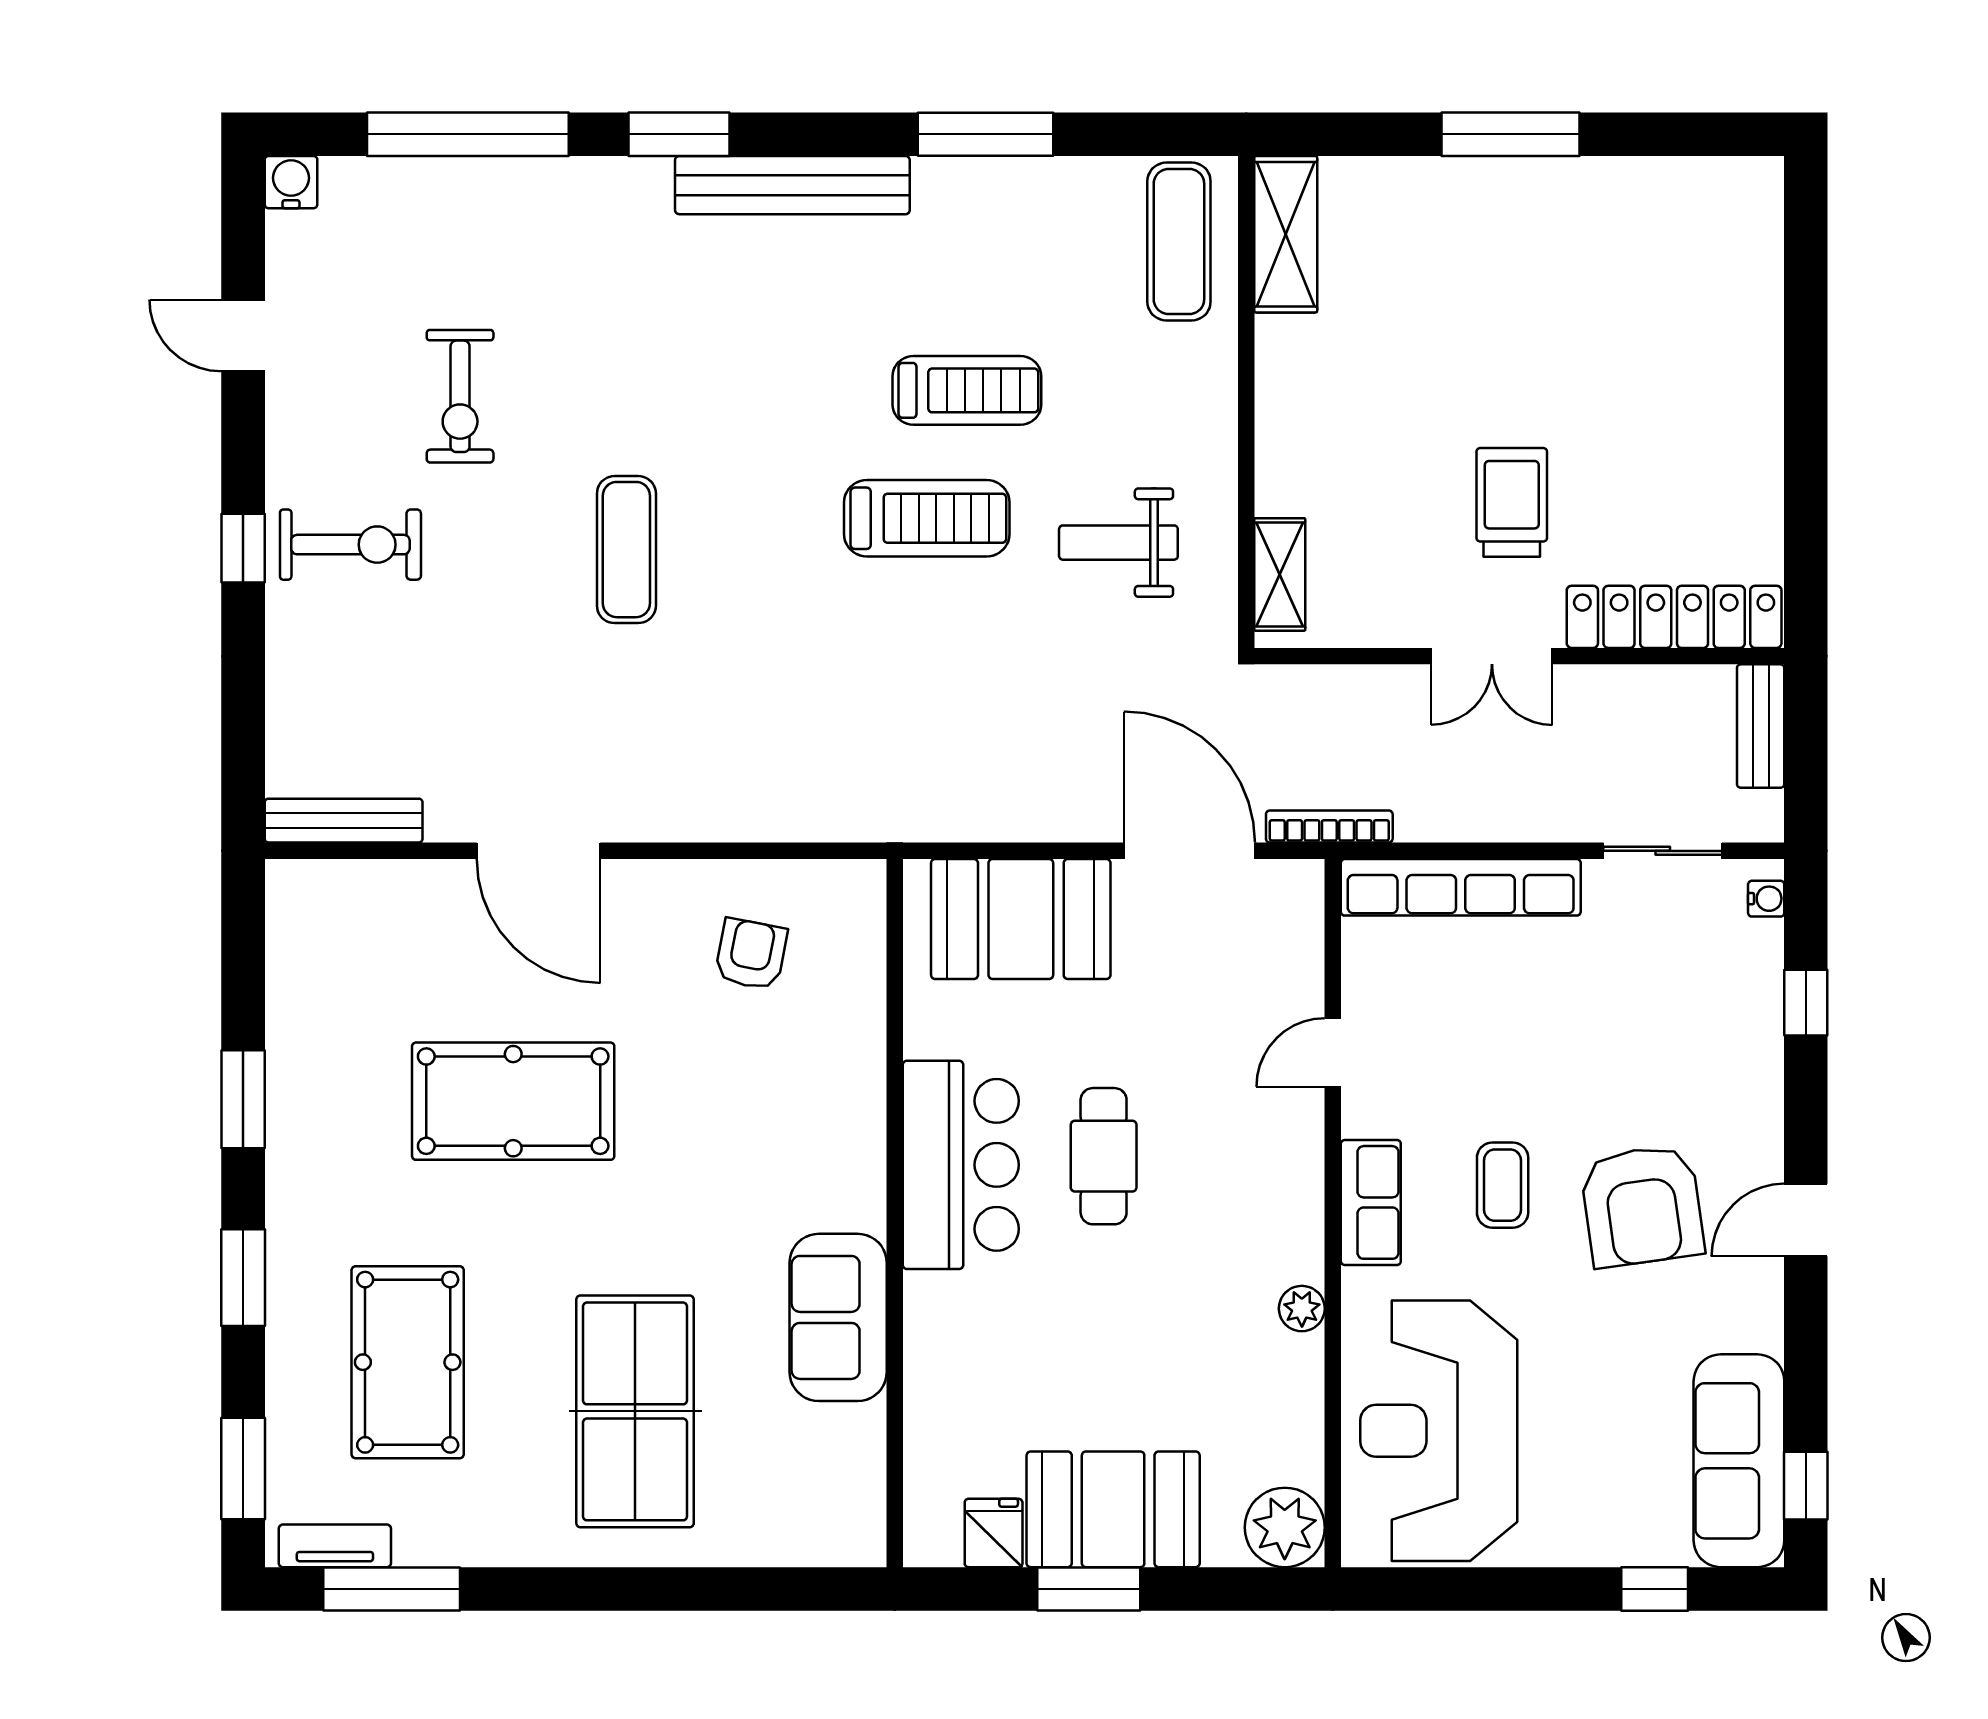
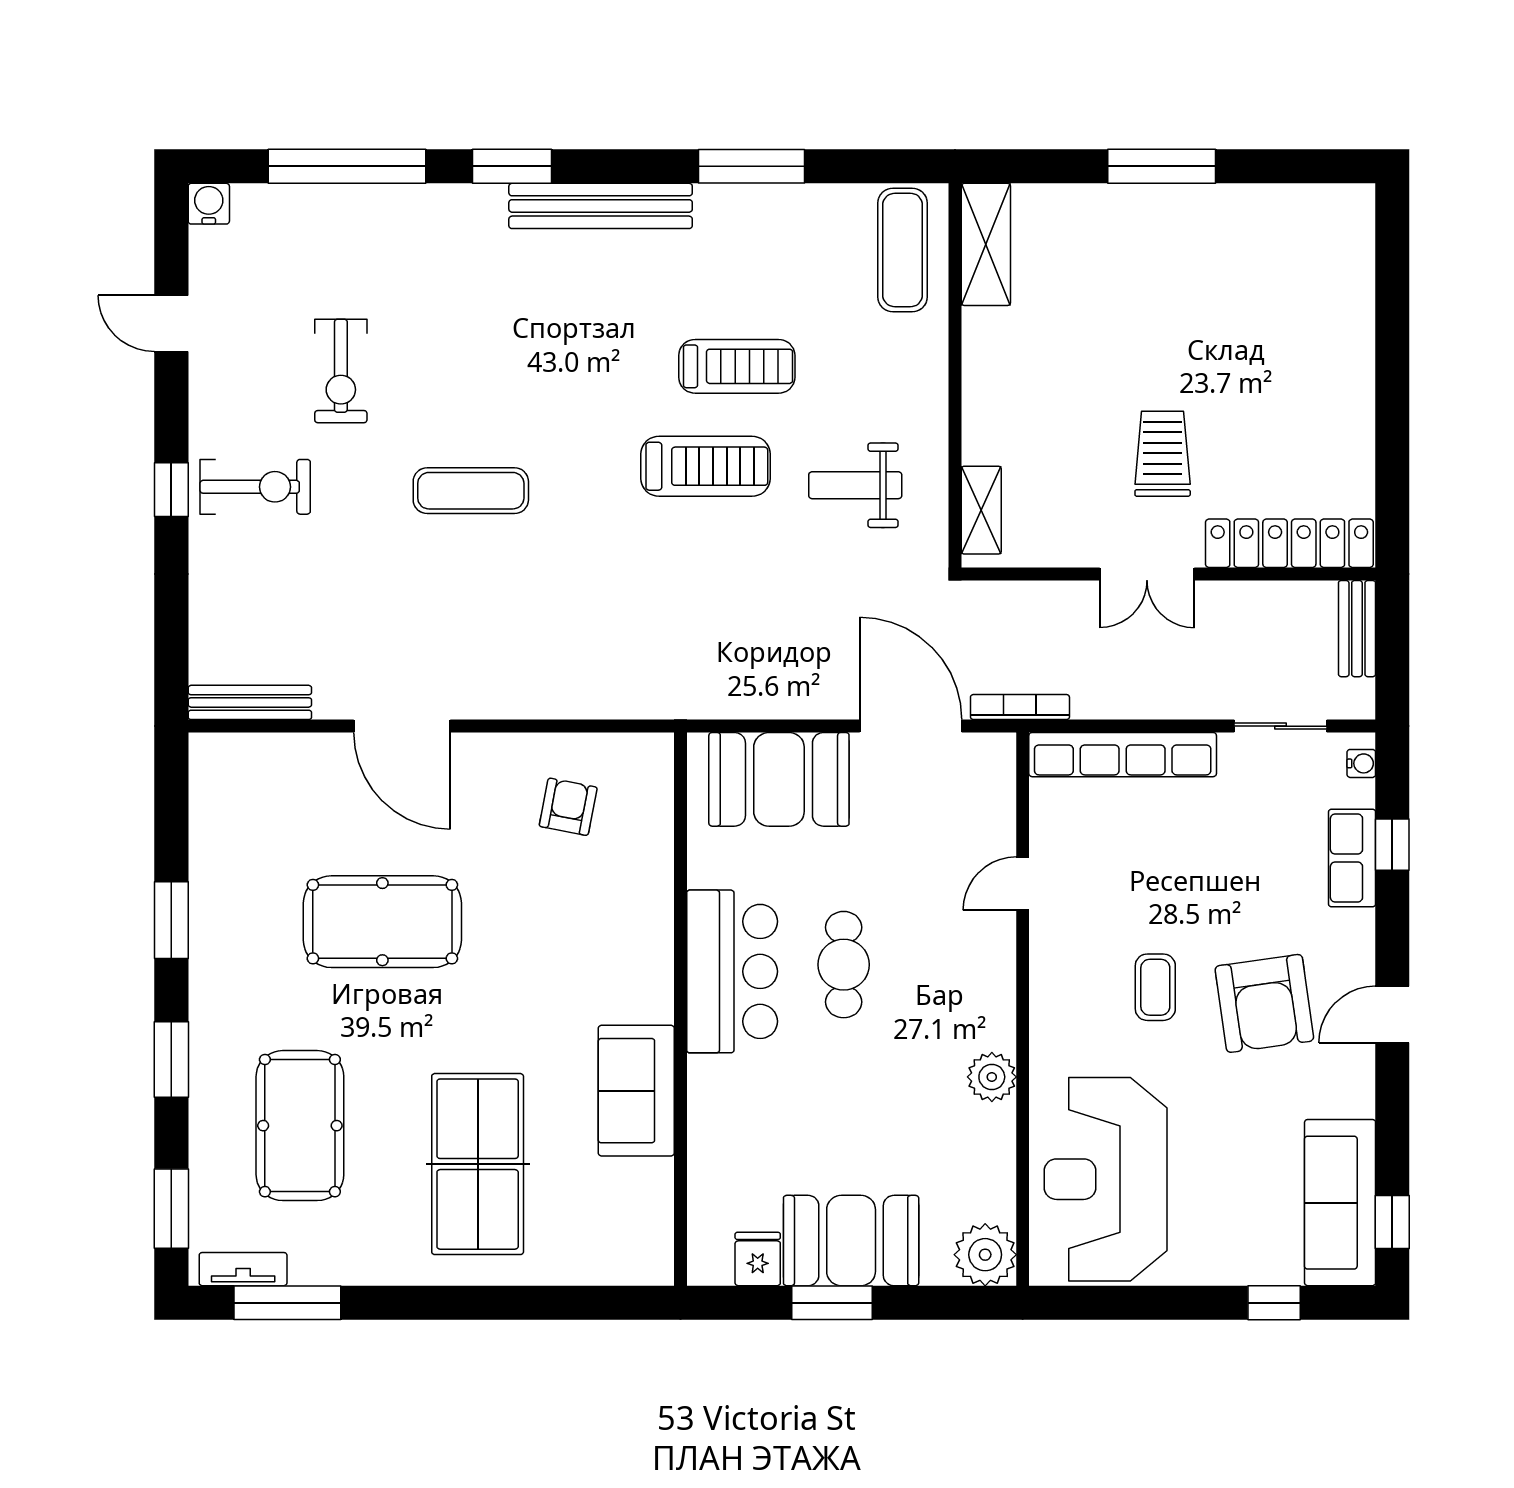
exercise mat: (626, 550) -> (471, 491), turned 90
row of seats: (1371, 1202) -> (1352, 858), moved, turned 180
plant: (1302, 1309) -> (992, 1077), width x1.38, depth x1.38

